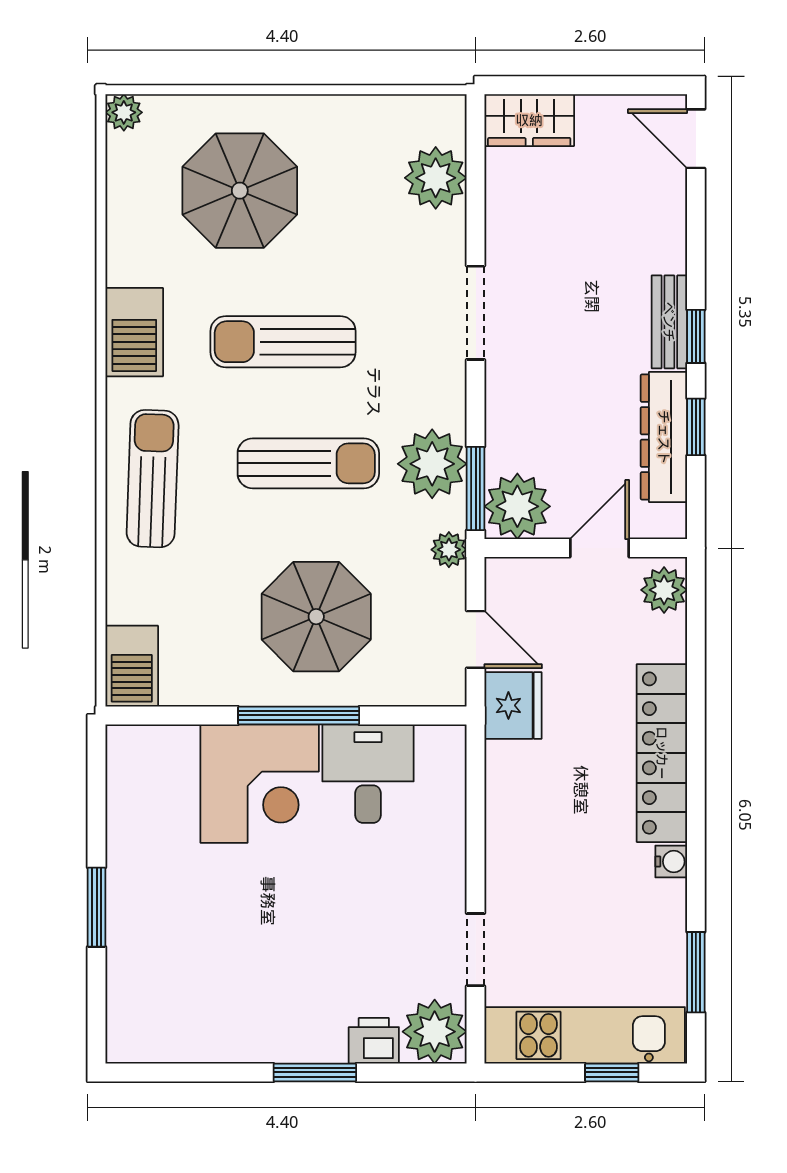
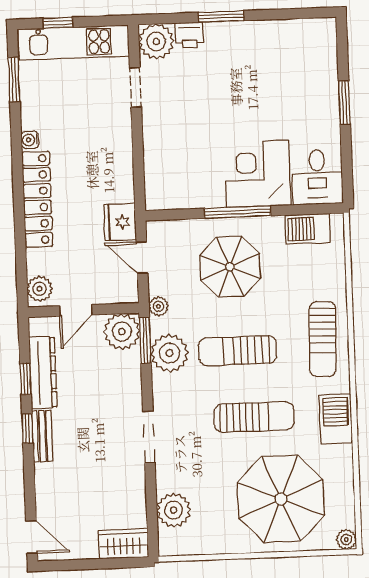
parasol: (240, 191) -> (281, 499), width x1.36, depth x1.36
barbecue: (132, 666) -> (308, 229), moved, turned -90
desk: (368, 774) -> (317, 177), moved

